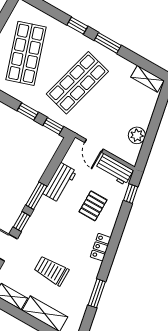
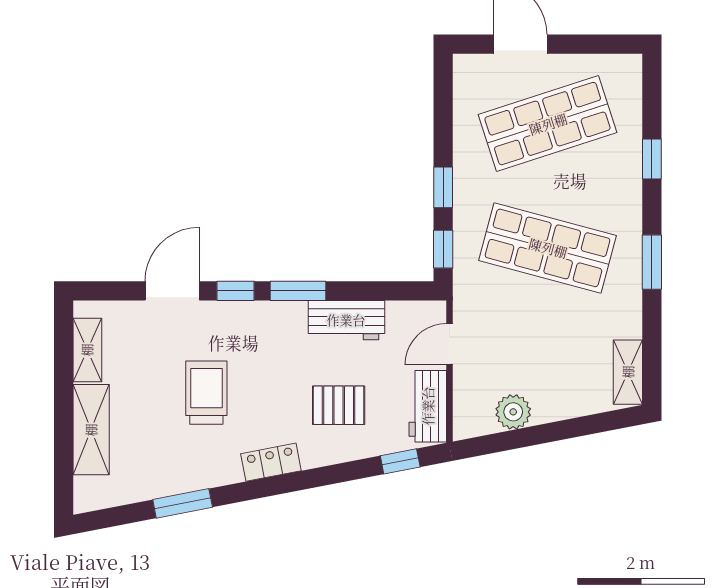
window: (77, 26) -> (652, 159), moved
trolley: (51, 271) -> (206, 393), moved

